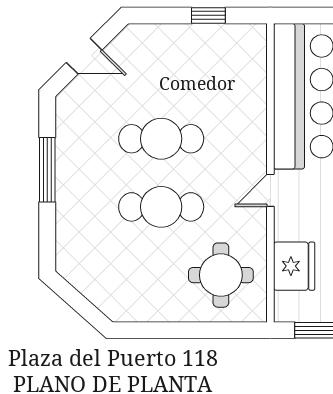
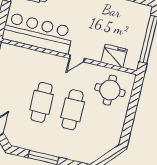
door: (270, 190) -> (77, 58), hinge flipped

